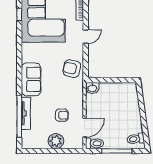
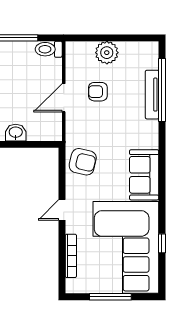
sofa: (31, 79) -> (144, 175), moved
washbasin: (92, 88) -> (16, 133), moved
door: (85, 128) -> (64, 98), moved

